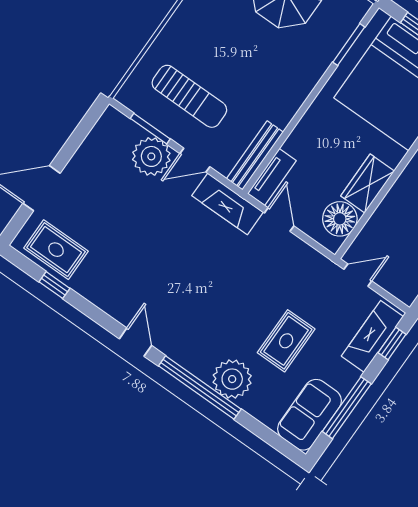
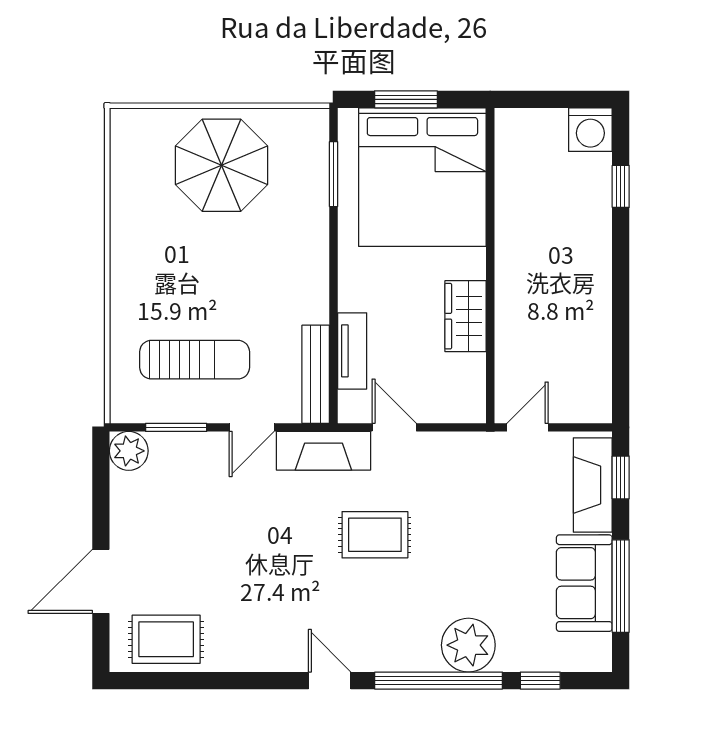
plant: (151, 156) -> (129, 451), moved, width x0.73, depth x0.73
tv unit: (272, 177) -> (352, 351), moved
floor lamp: (340, 219) -> (462, 378), removed
window: (54, 285) -> (540, 681), moved
rug: (286, 341) -> (375, 535), moved, turned 90
sofa: (310, 415) -> (584, 583), moved

